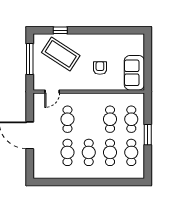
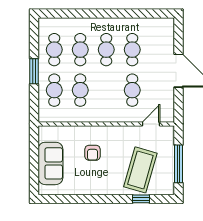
coffee table: (61, 54) -> (140, 170), turned 73
sofa: (134, 73) -> (50, 163), moved

